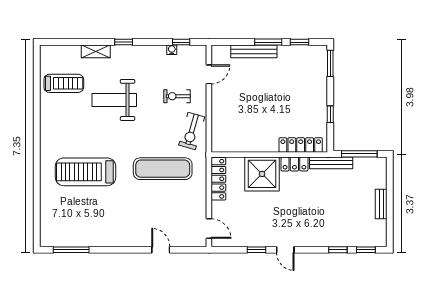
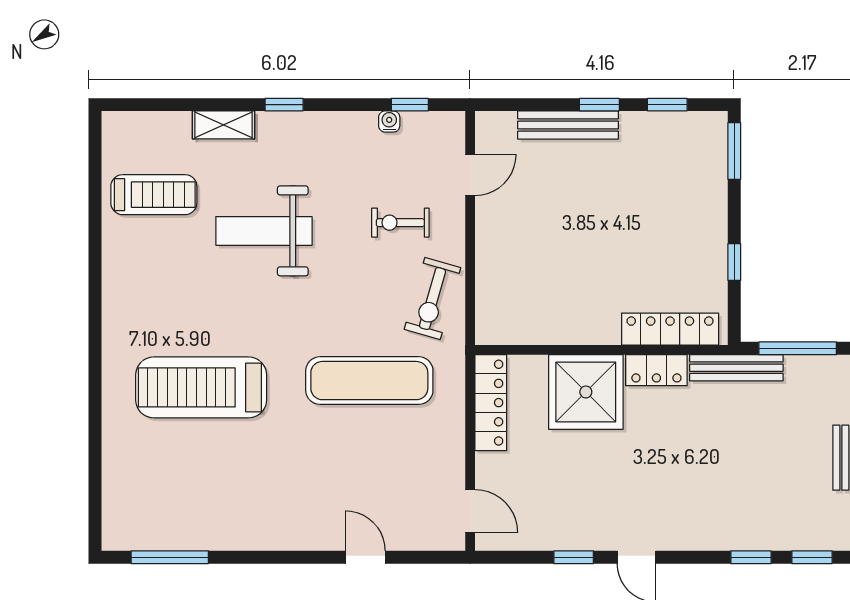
window: (268, 42) -> (599, 105), width x0.67

